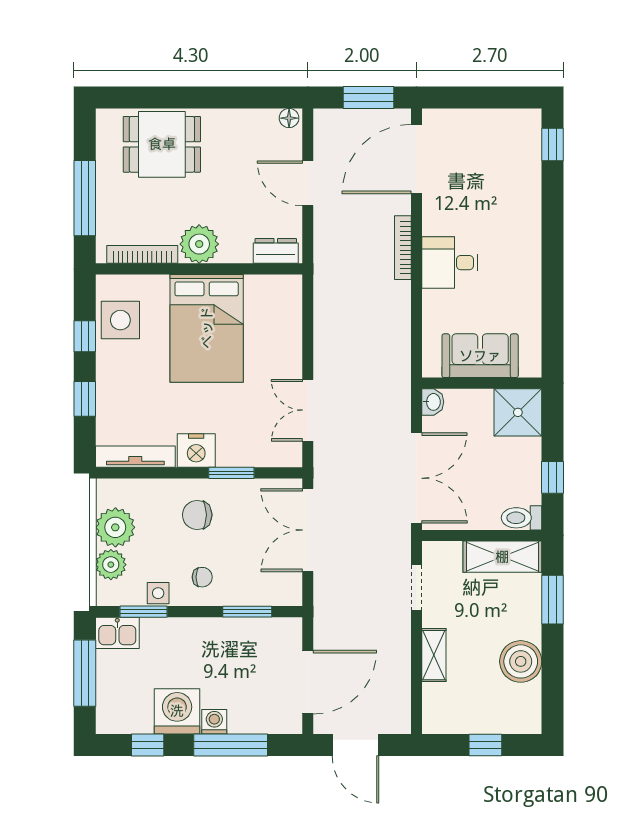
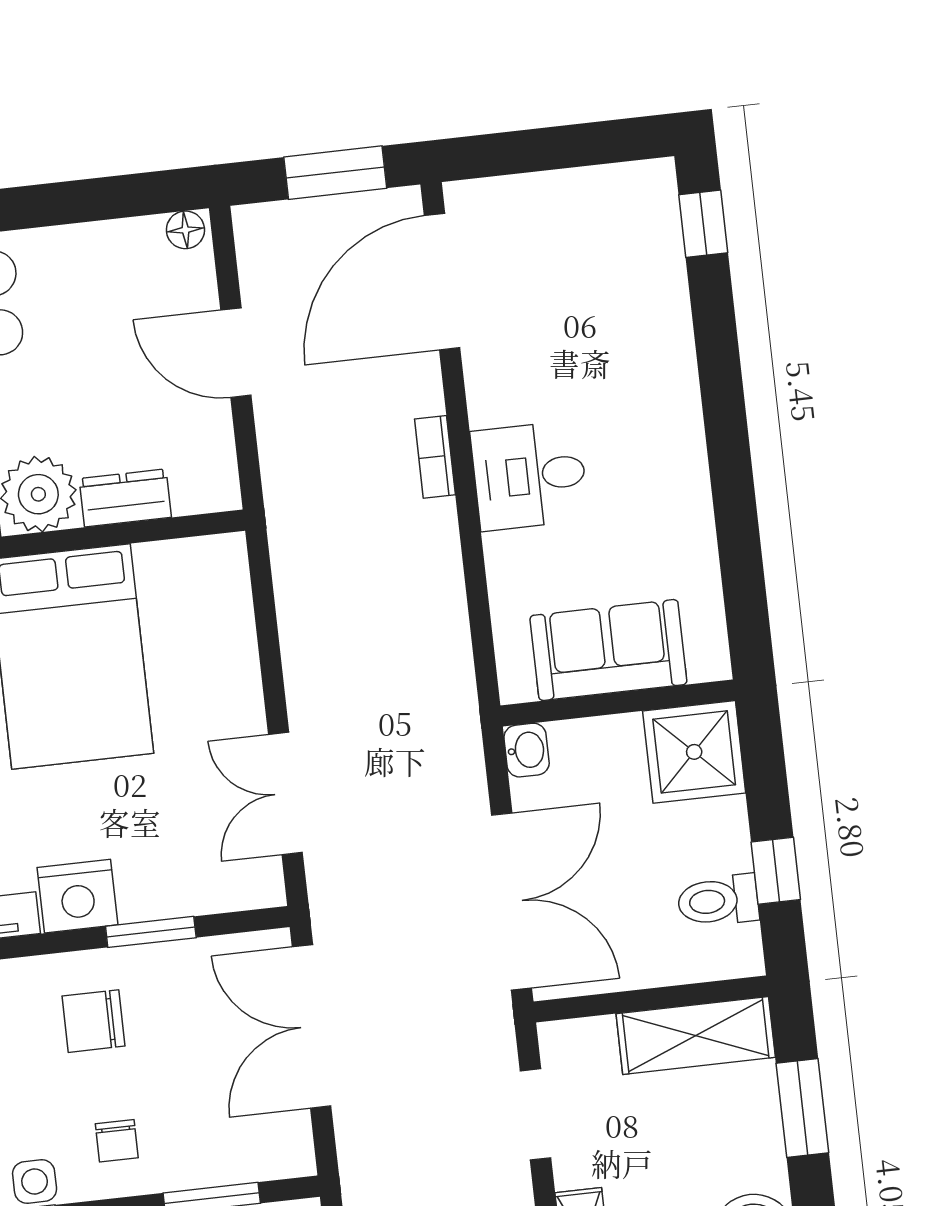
bookcase: (403, 248) -> (435, 457), width x0.64
dresser: (276, 251) -> (125, 498), moved
toilet: (522, 518) -> (718, 901), moved
chair: (202, 577) -> (117, 1141), turned 90

